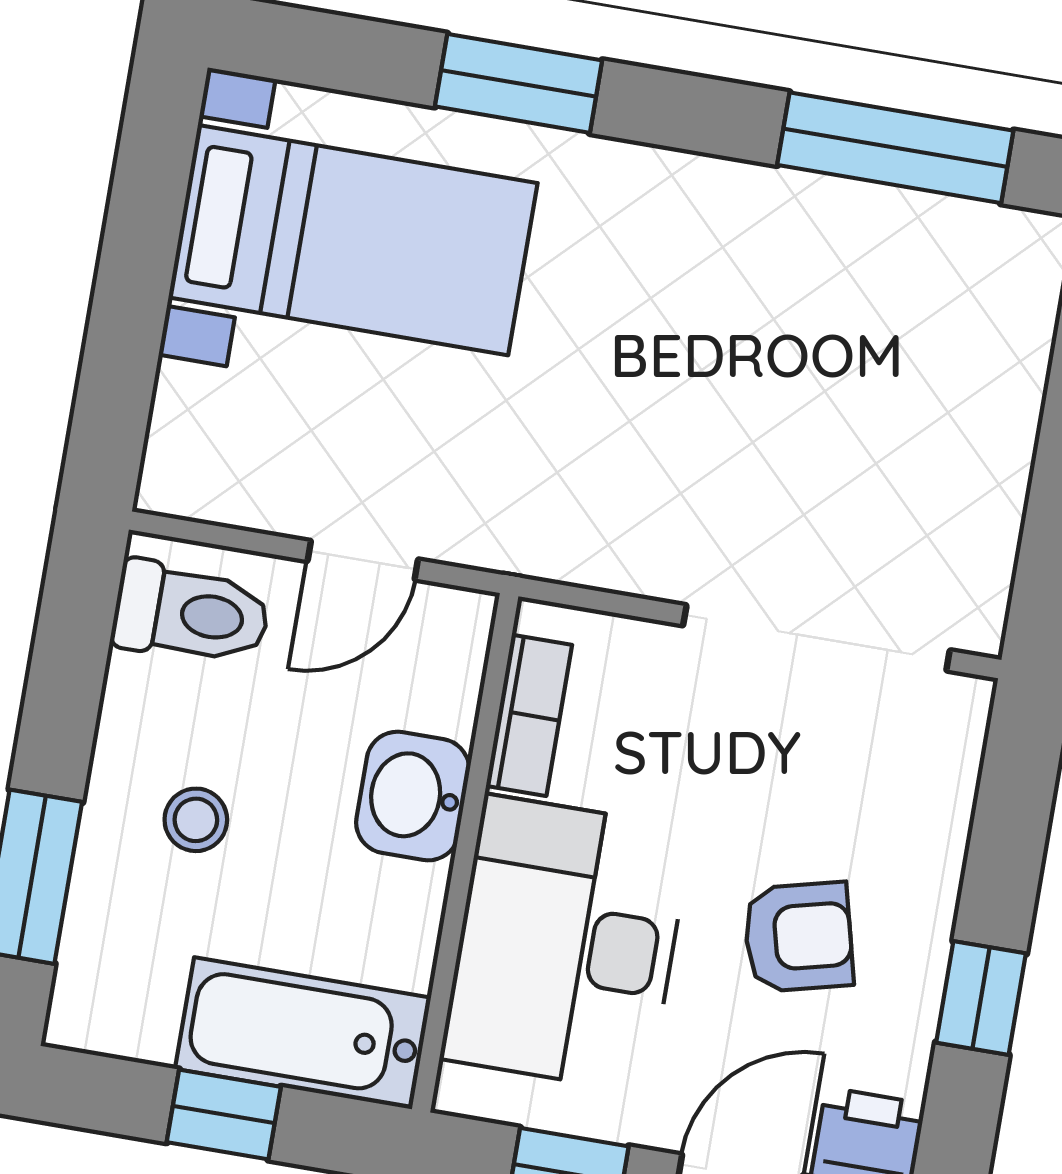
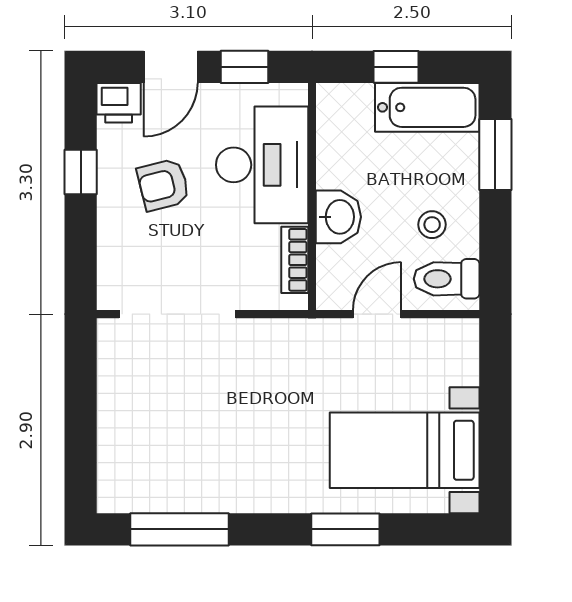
stool: (196, 820) -> (432, 225), moved
bathtub: (303, 1033) -> (427, 107), moved

